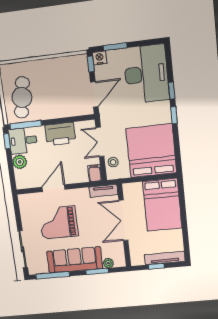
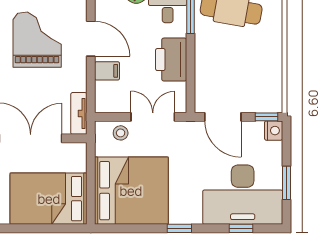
window: (115, 47) -> (286, 183), moved
window: (172, 91) -> (241, 228), moved
filing cabinet: (95, 173) -> (107, 71), moved

